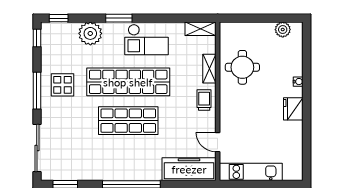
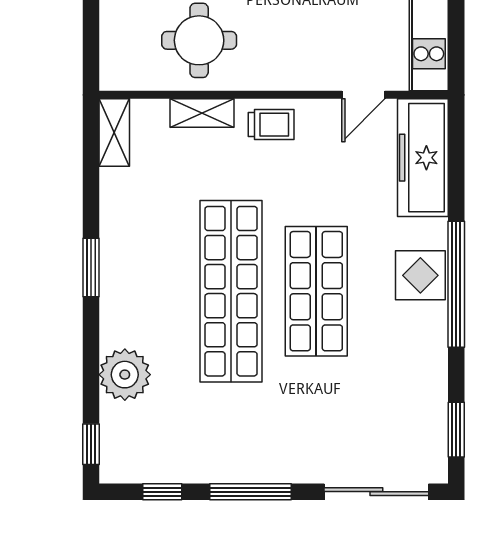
window: (119, 18) -> (91, 267), moved
window: (37, 38) -> (162, 492), moved
checkout: (146, 40) -> (138, 251), removed
display table: (63, 85) -> (420, 275), moved
trolley: (204, 100) -> (271, 125), turned 180

